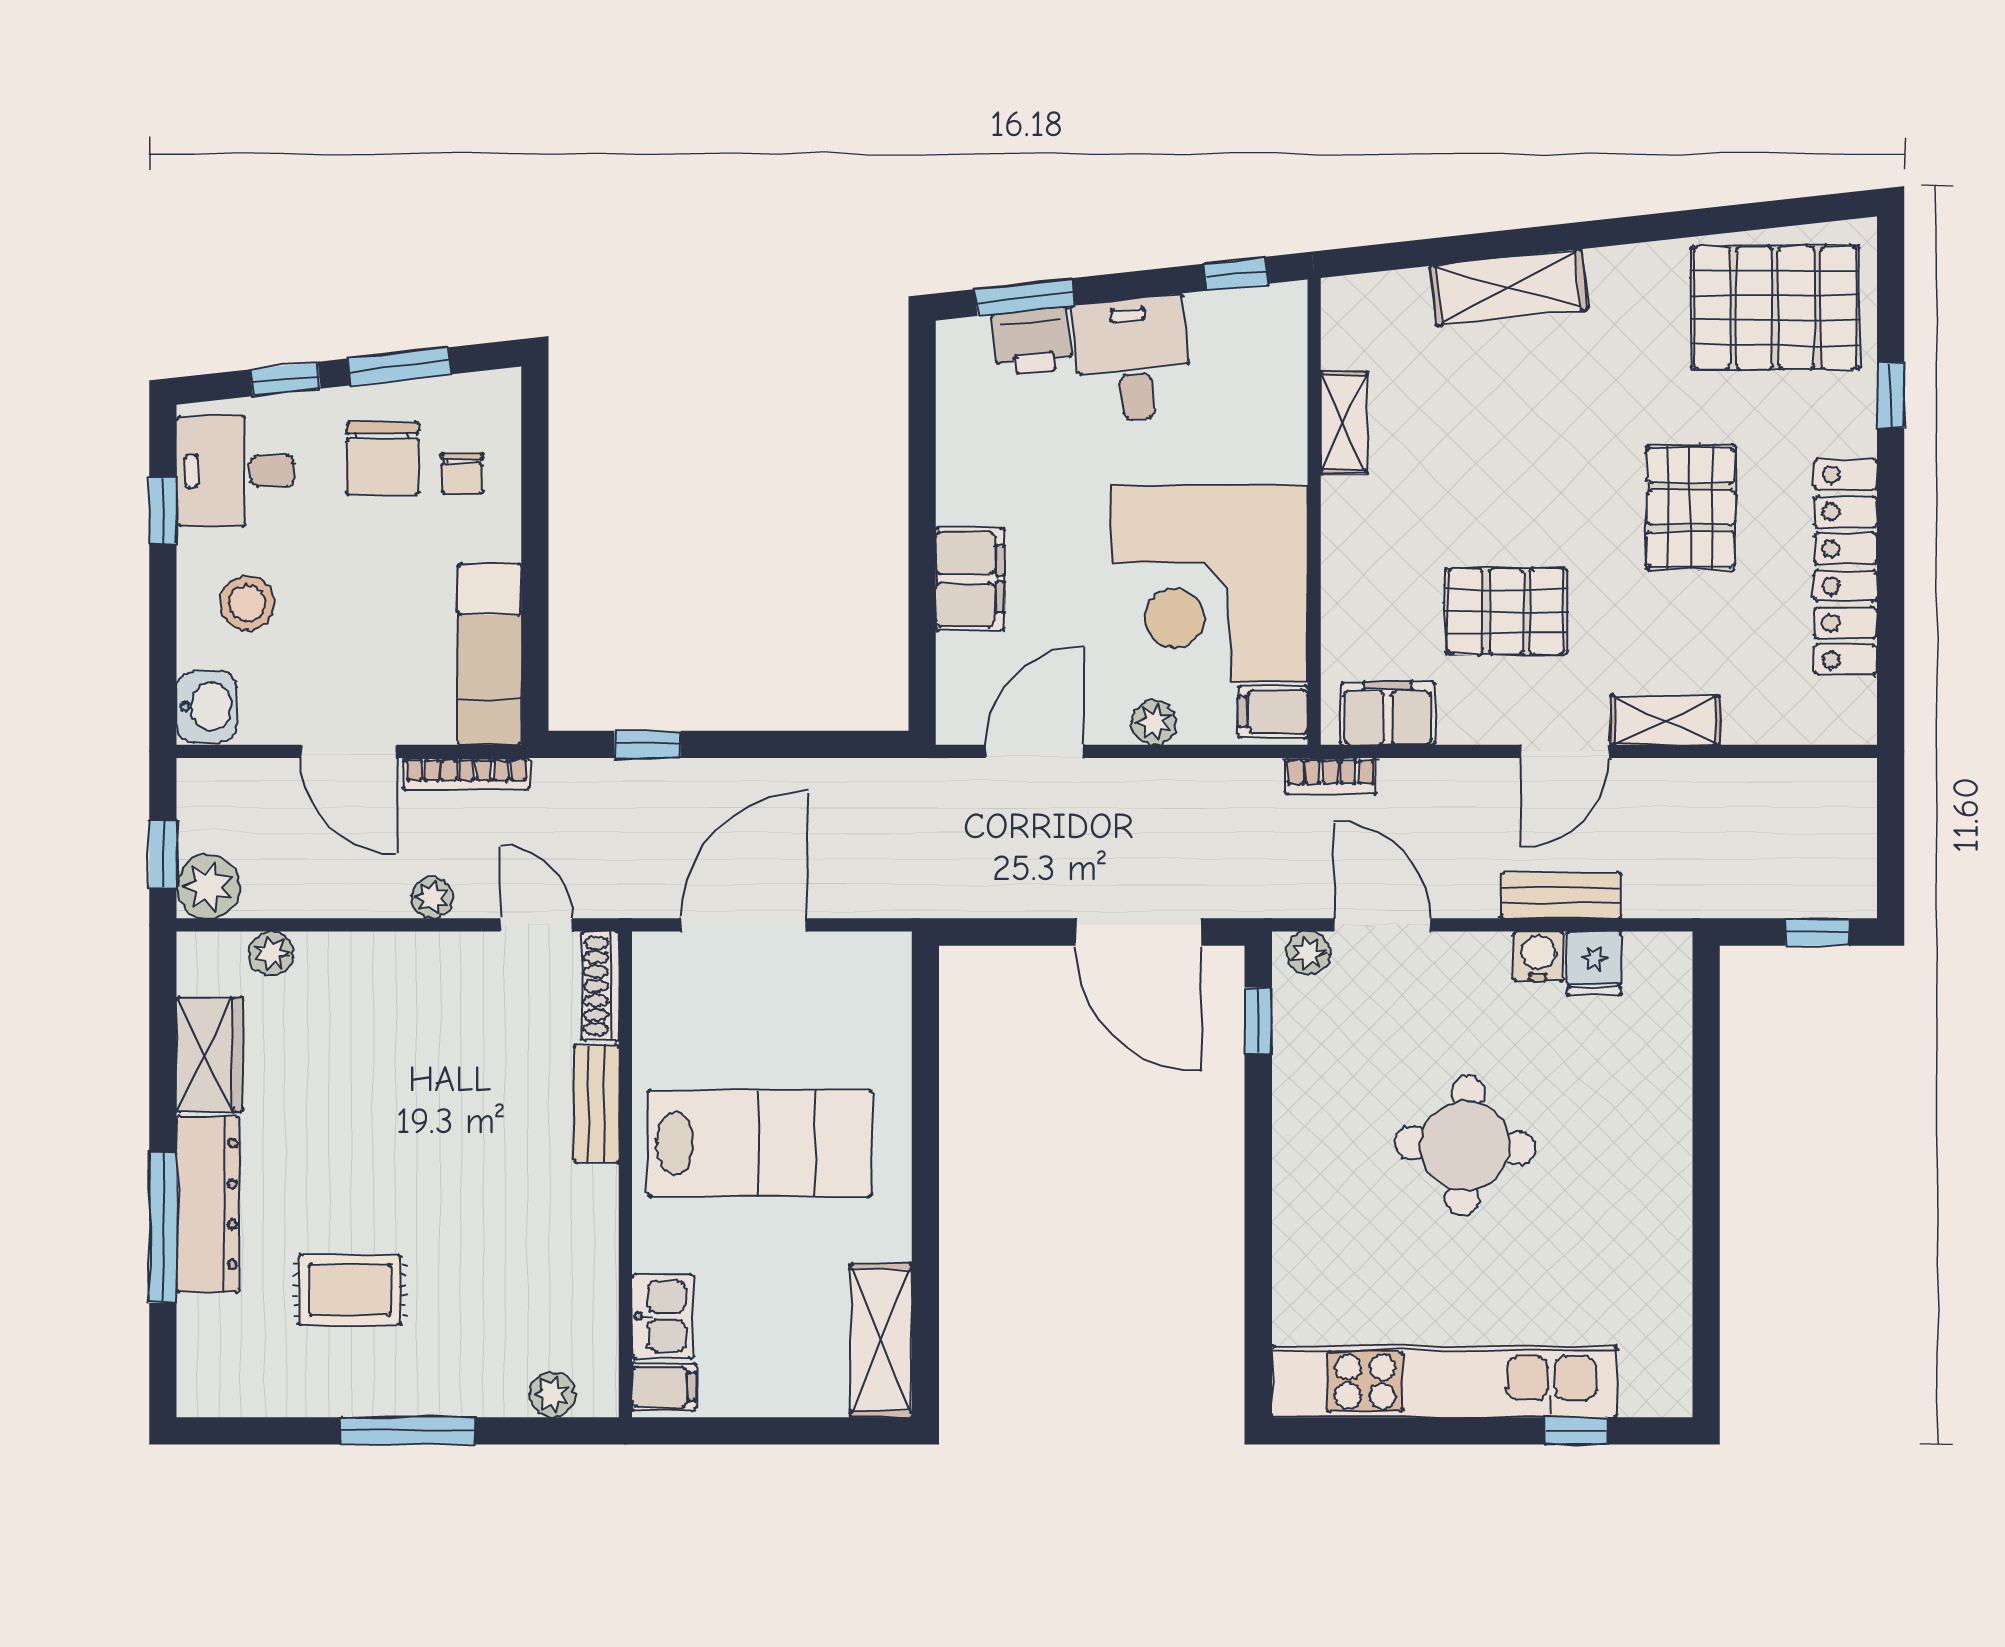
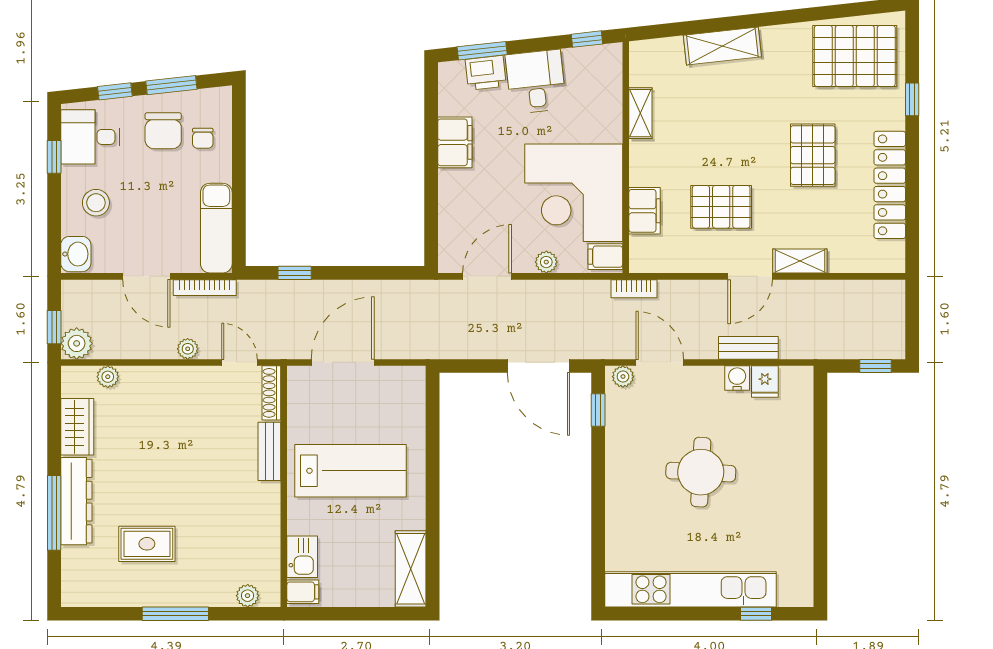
filing cabinet: (970, 579) -> (455, 142), moved
filing cabinet: (1388, 713) -> (645, 211), moved, turned 90

